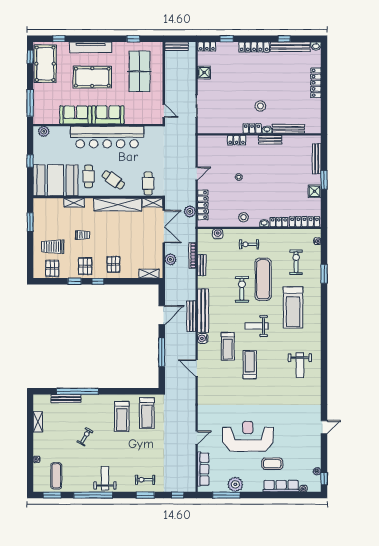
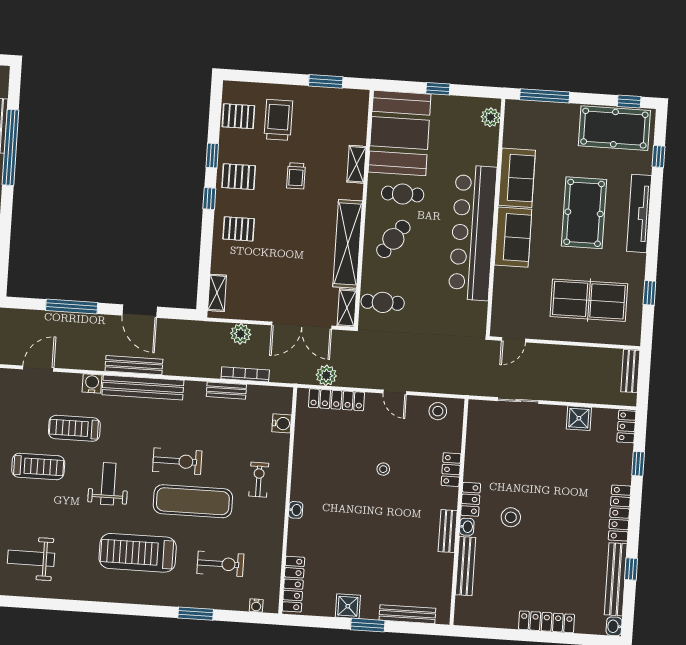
stool: (243, 217) -> (438, 411), moved
locker: (279, 222) -> (296, 537), removed

